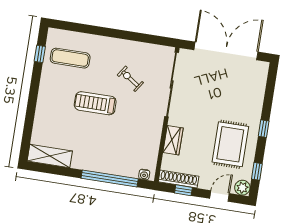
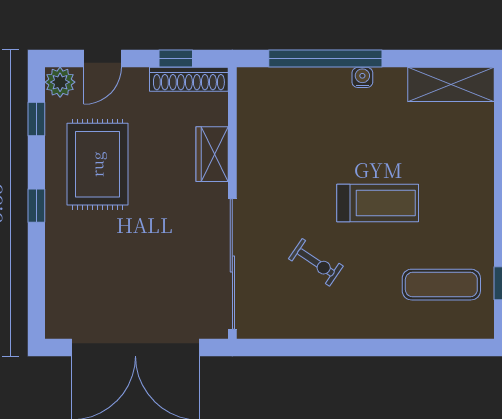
water cooler: (144, 174) -> (362, 77), moved

